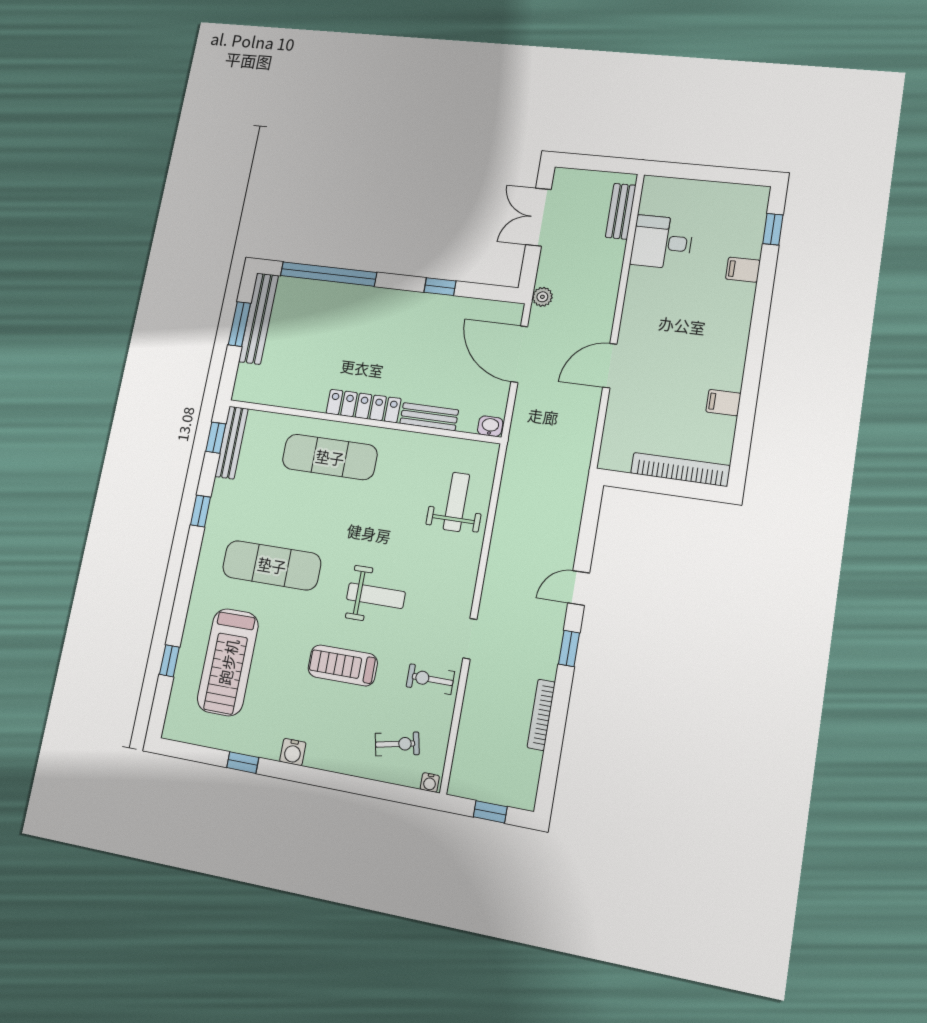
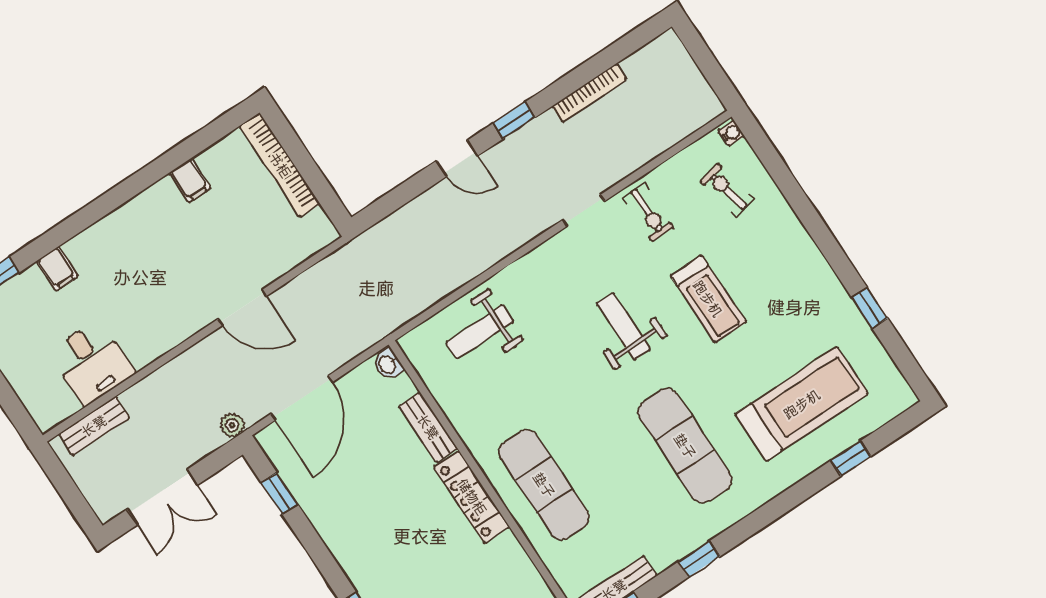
window: (440, 287) -> (279, 493), moved
water cooler: (293, 752) -> (819, 273), removed
window: (490, 812) -> (706, 62), removed

